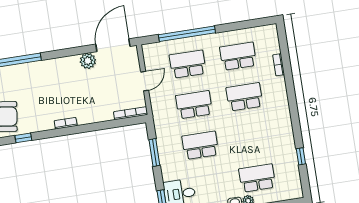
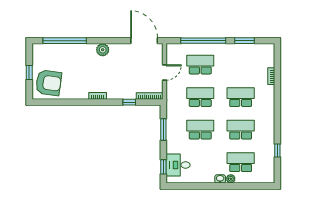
window: (238, 26) -> (245, 41), added
door: (113, 45) -> (144, 41), hinge flipped
school desk: (238, 56) -> (241, 130), moved
plant: (88, 61) -> (103, 50), moved
window: (23, 138) -> (129, 102), moved

